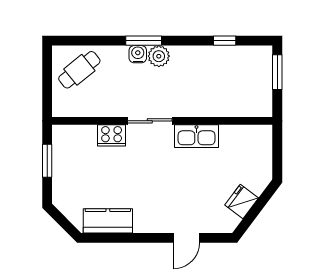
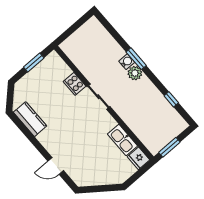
cafe table: (79, 70) -> (94, 39), removed
window: (277, 72) -> (169, 147), moved
kitchen sink: (196, 136) -> (123, 140), moved
fridge: (242, 202) -> (138, 158), moved, turned -127

